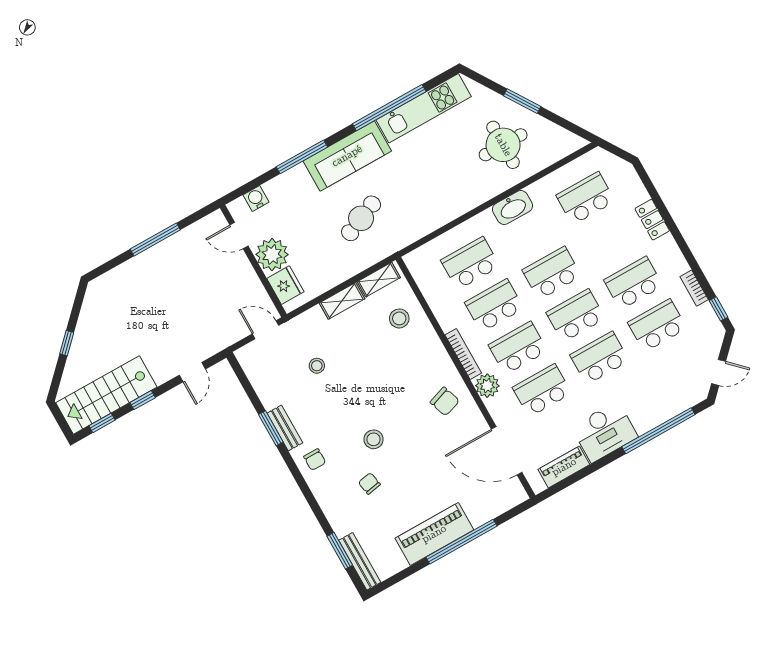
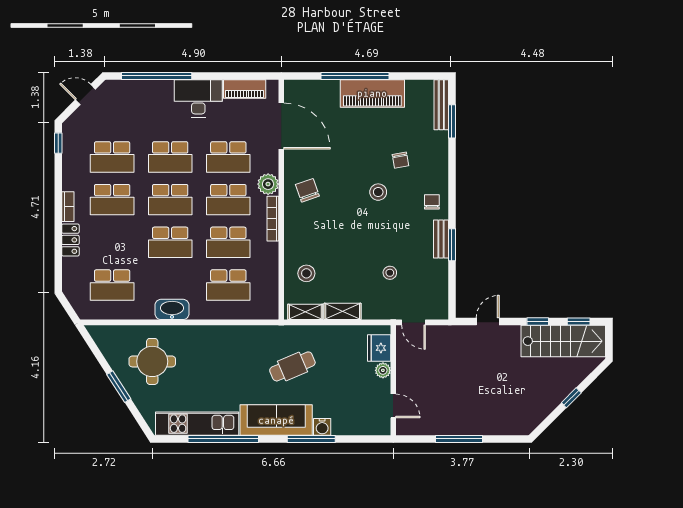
water cooler: (256, 198) -> (322, 427), moved
plant: (272, 255) -> (383, 370), width x0.53, depth x0.53
bookcase: (694, 288) -> (68, 207), moved

